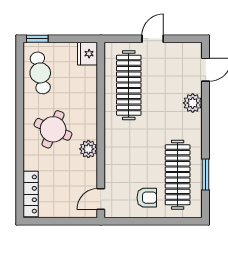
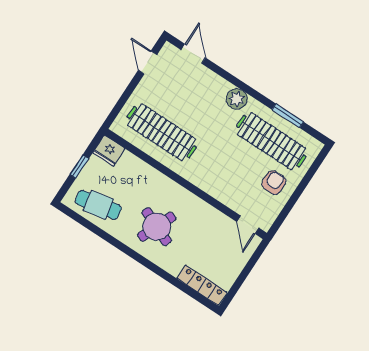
window: (37, 39) -> (79, 167), moved
door: (153, 39) -> (148, 62), moved
plant: (193, 103) -> (237, 99), moved
plant: (88, 149) -> (195, 206), removed

